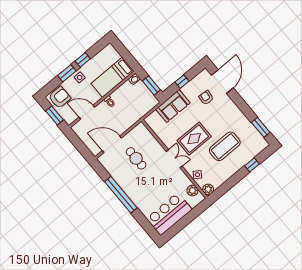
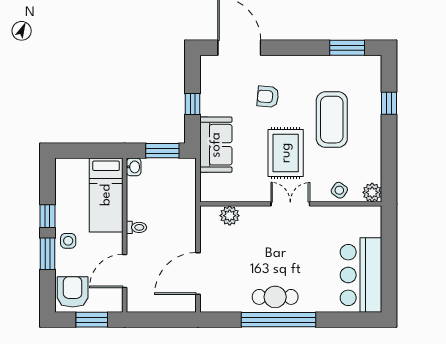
armchair: (206, 98) -> (268, 97), moved
cafe table: (136, 158) -> (275, 297), moved
plant: (192, 191) -> (230, 216), moved

